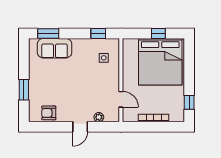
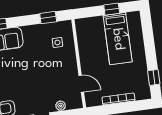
bed: (160, 62) -> (118, 39), width x0.49

